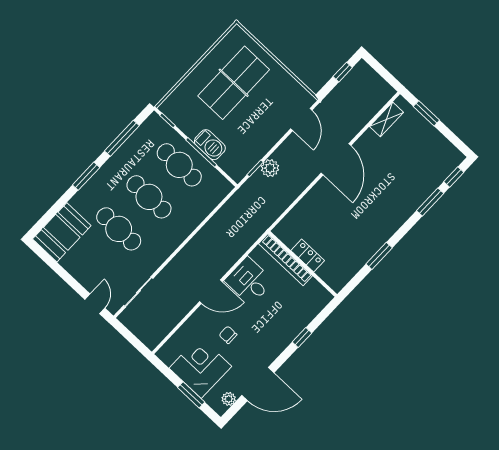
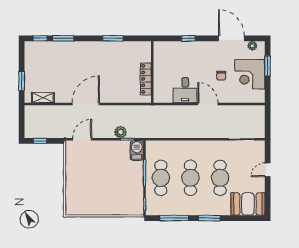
table tennis table: (234, 83) -> (96, 189), removed
barbecue: (210, 145) -> (137, 150), moved
locker: (308, 256) -> (146, 79), width x1.53
bookcase: (285, 260) -> (158, 82), removed
door: (95, 304) -> (268, 170), moved

